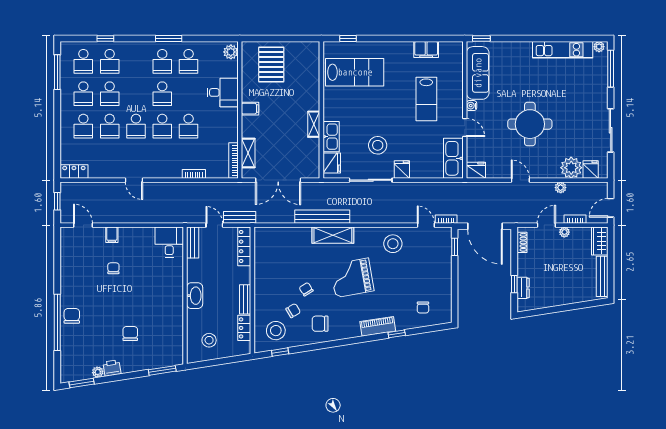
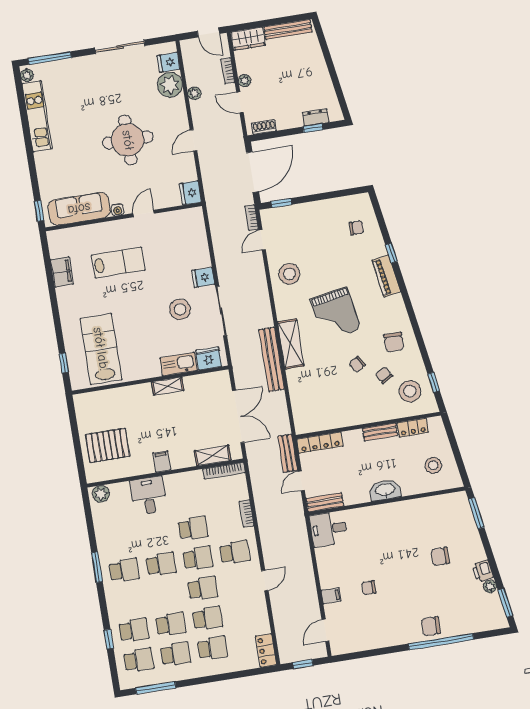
school desk: (189, 61) -> (235, 552), moved
kitchen sink: (453, 158) -> (181, 221), removed

